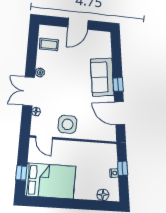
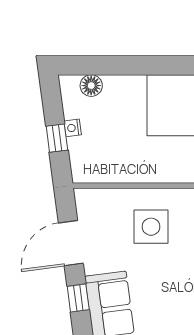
door: (120, 113) -> (71, 243), swing flipped
side table: (67, 124) -> (151, 227), moved

